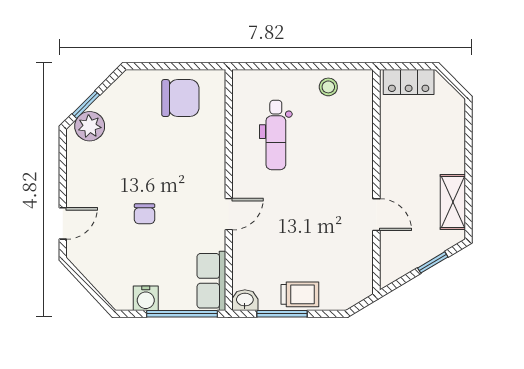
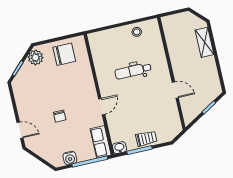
locker: (409, 82) -> (176, 20), removed
plant: (90, 126) -> (36, 57), moved
dental chair: (276, 135) -> (133, 71), moved, turned 90
shelving: (453, 202) -> (205, 42), moved
door: (63, 223) -> (20, 130), hinge flipped

